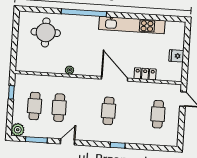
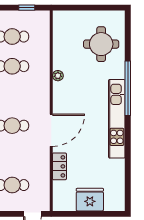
kitchen unit: (132, 25) -> (117, 119), moved
fridge: (176, 56) -> (90, 200), width x1.88, depth x1.34

